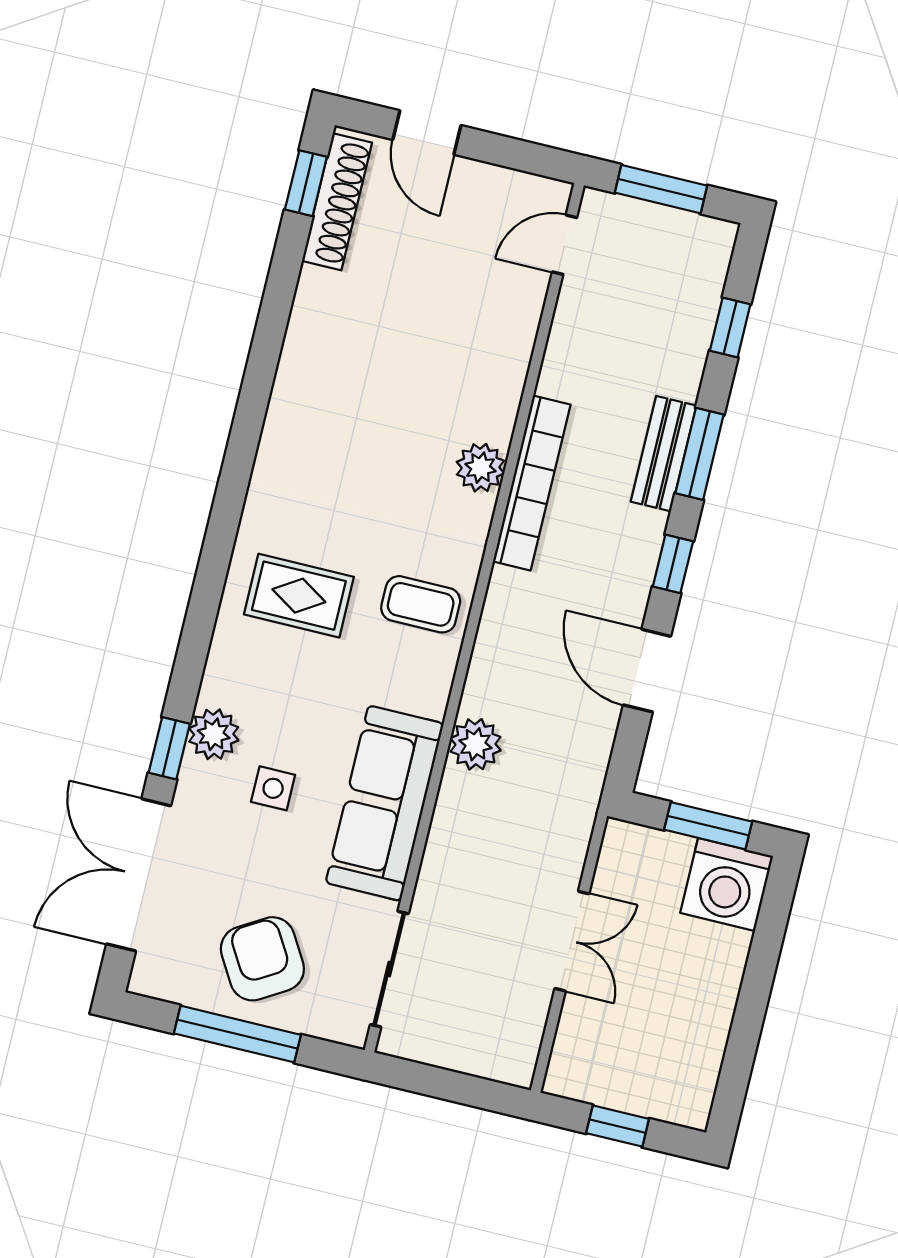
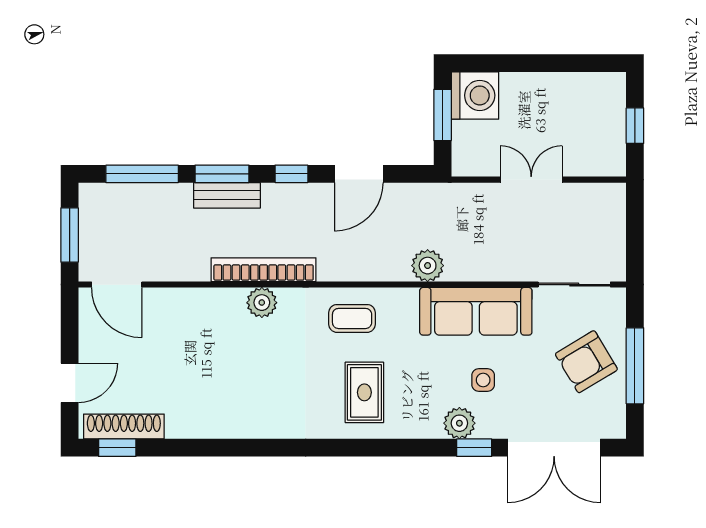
door: (565, 245) -> (117, 285), width x1.38
window: (730, 328) -> (142, 174), width x2.17
coffee table: (421, 604) -> (352, 318), turned 90

